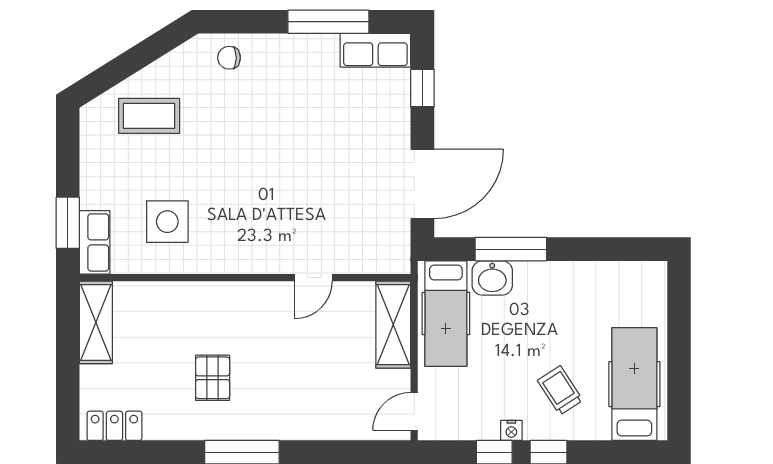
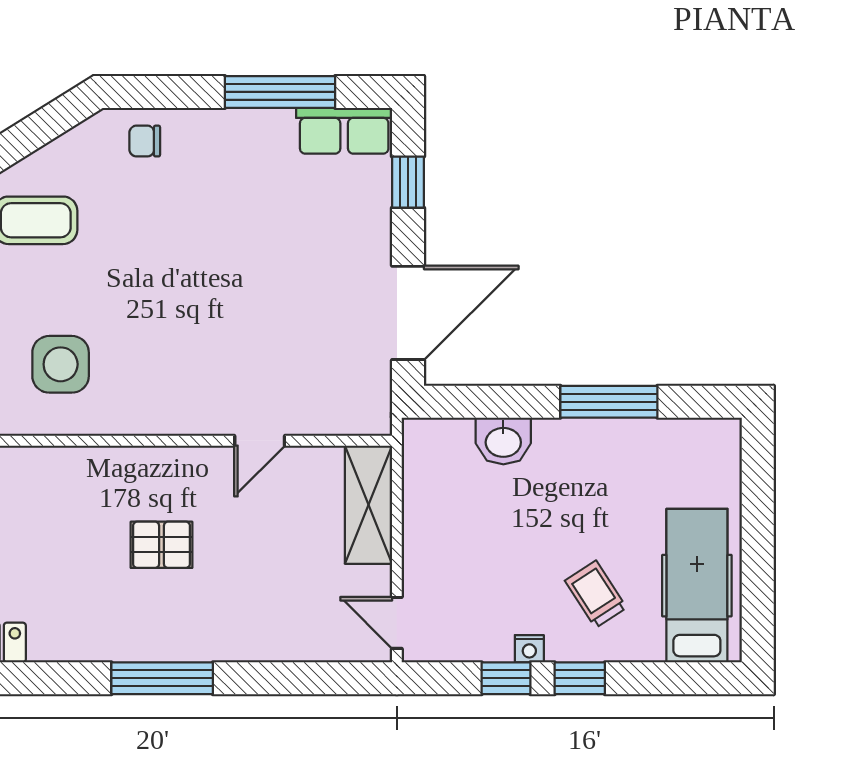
window: (511, 249) -> (609, 402), moved
hospital bed: (446, 314) -> (440, 490), removed
pallet: (213, 378) -> (161, 545), moved, turned 90
door: (414, 411) -> (397, 623), hinge flipped

